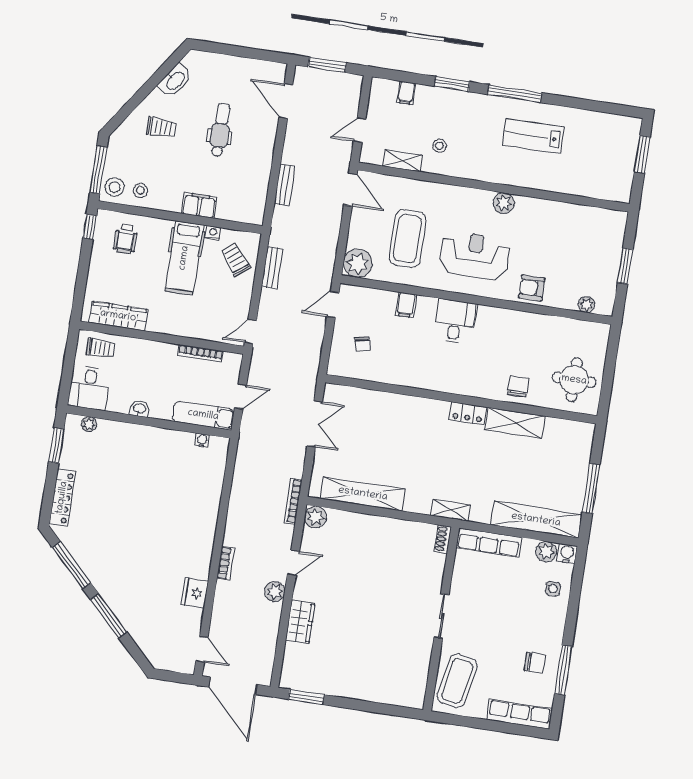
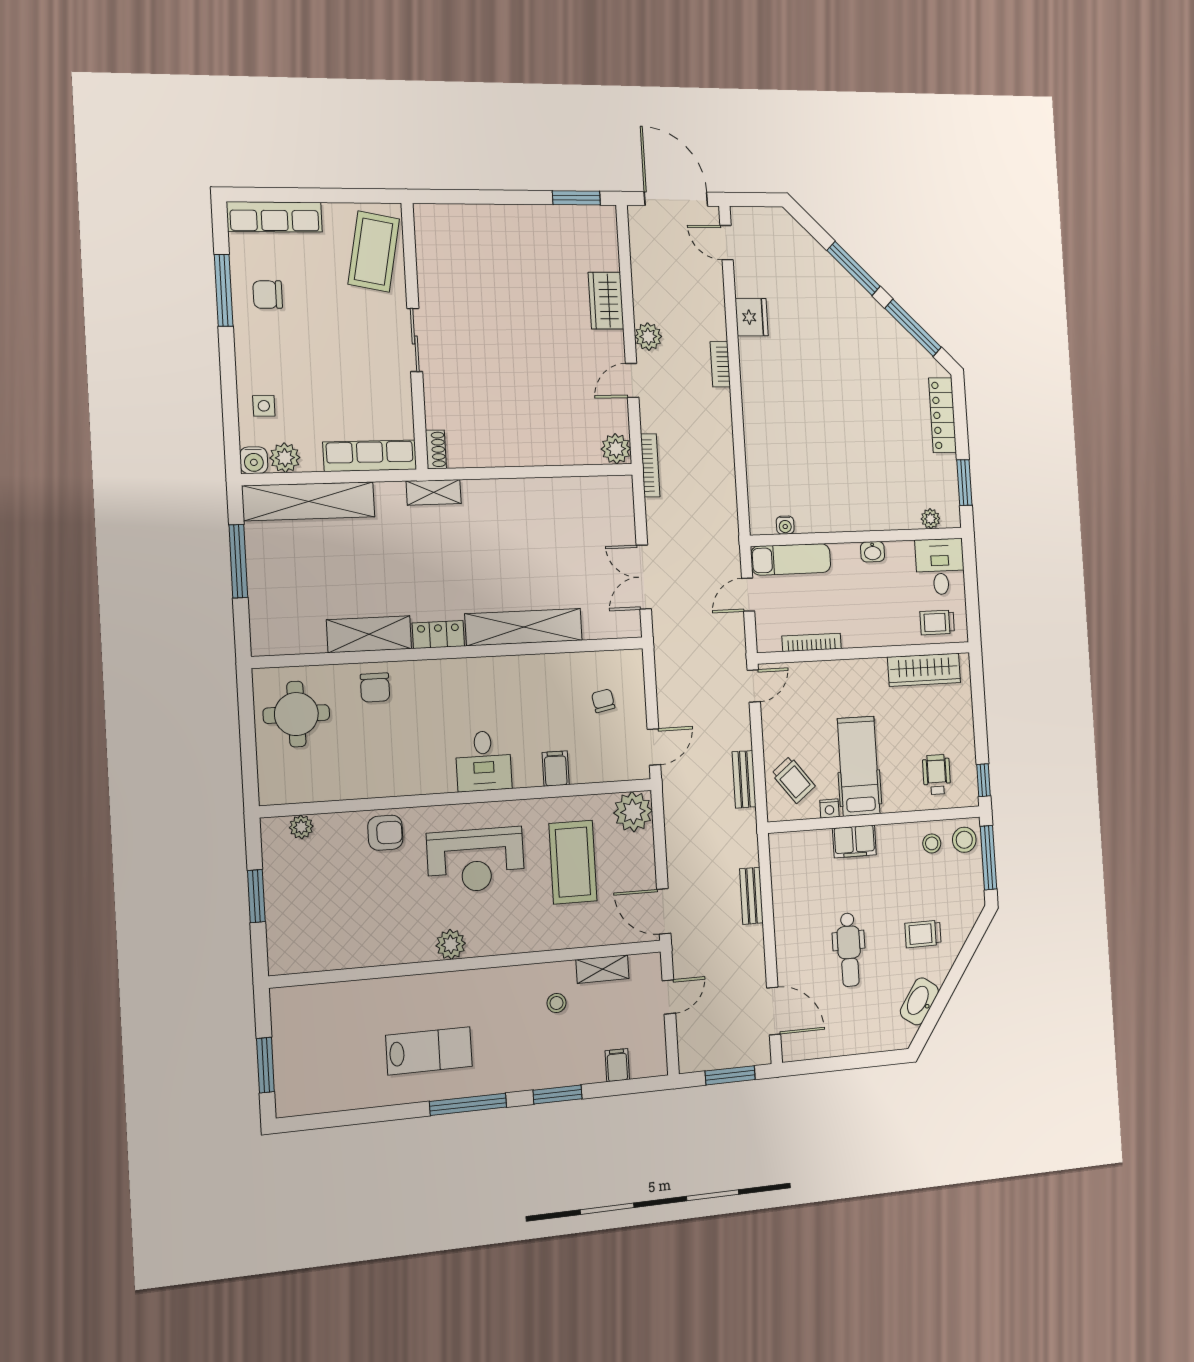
shelving: (363, 494) -> (524, 627), moved

